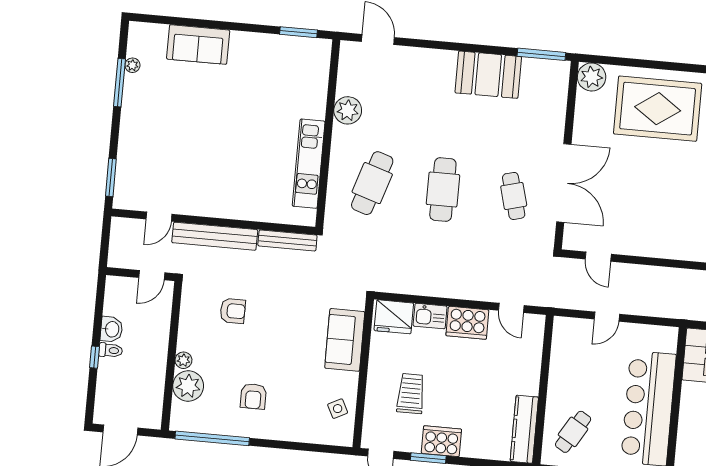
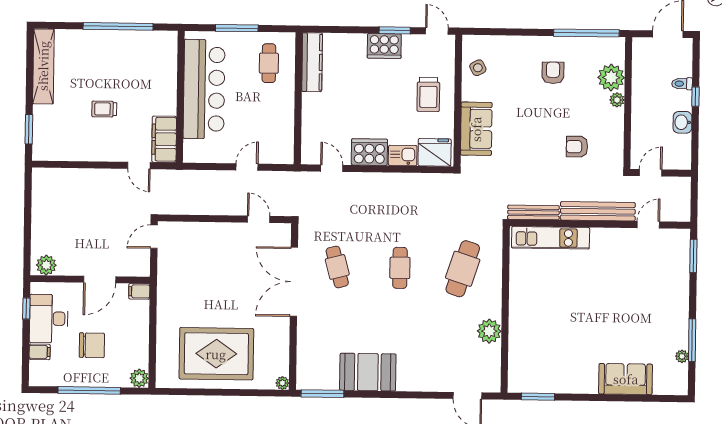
plant: (592, 77) -> (282, 383), width x0.53, depth x0.53
kitchen unit: (309, 164) -> (551, 238), moved, turned 90
cafe table: (443, 190) -> (400, 268), width x0.73, depth x0.74
toilet: (111, 350) -> (682, 84), moved
trolley: (411, 394) -> (428, 94), moved
cafe table: (573, 432) -> (269, 63), turned -31

